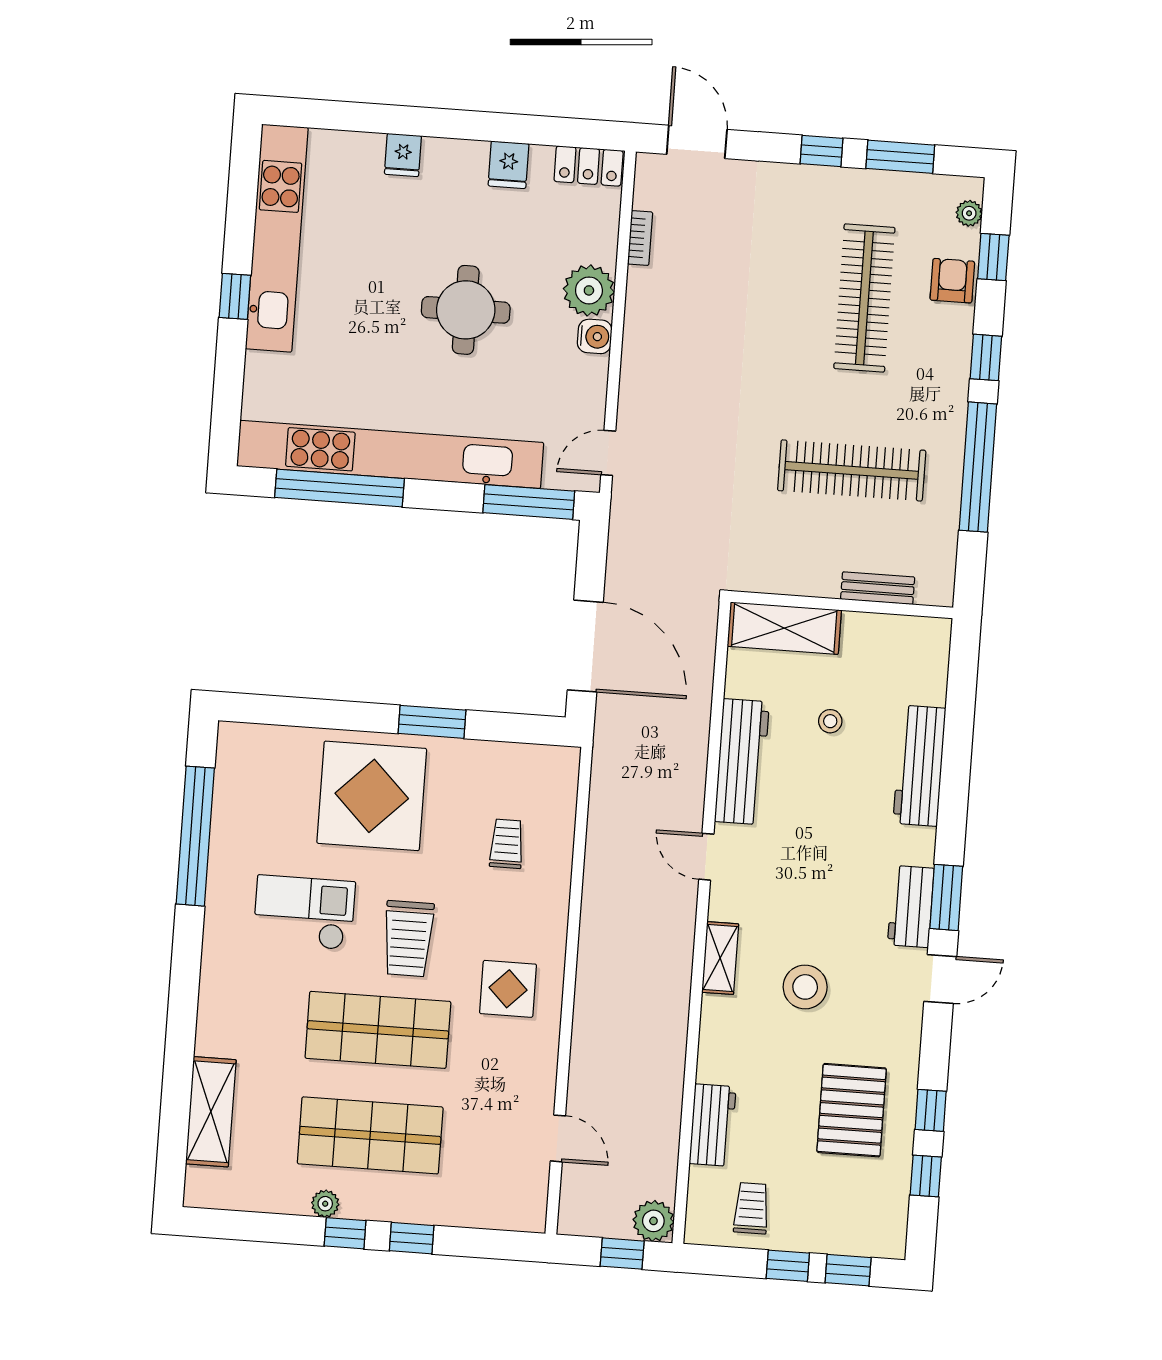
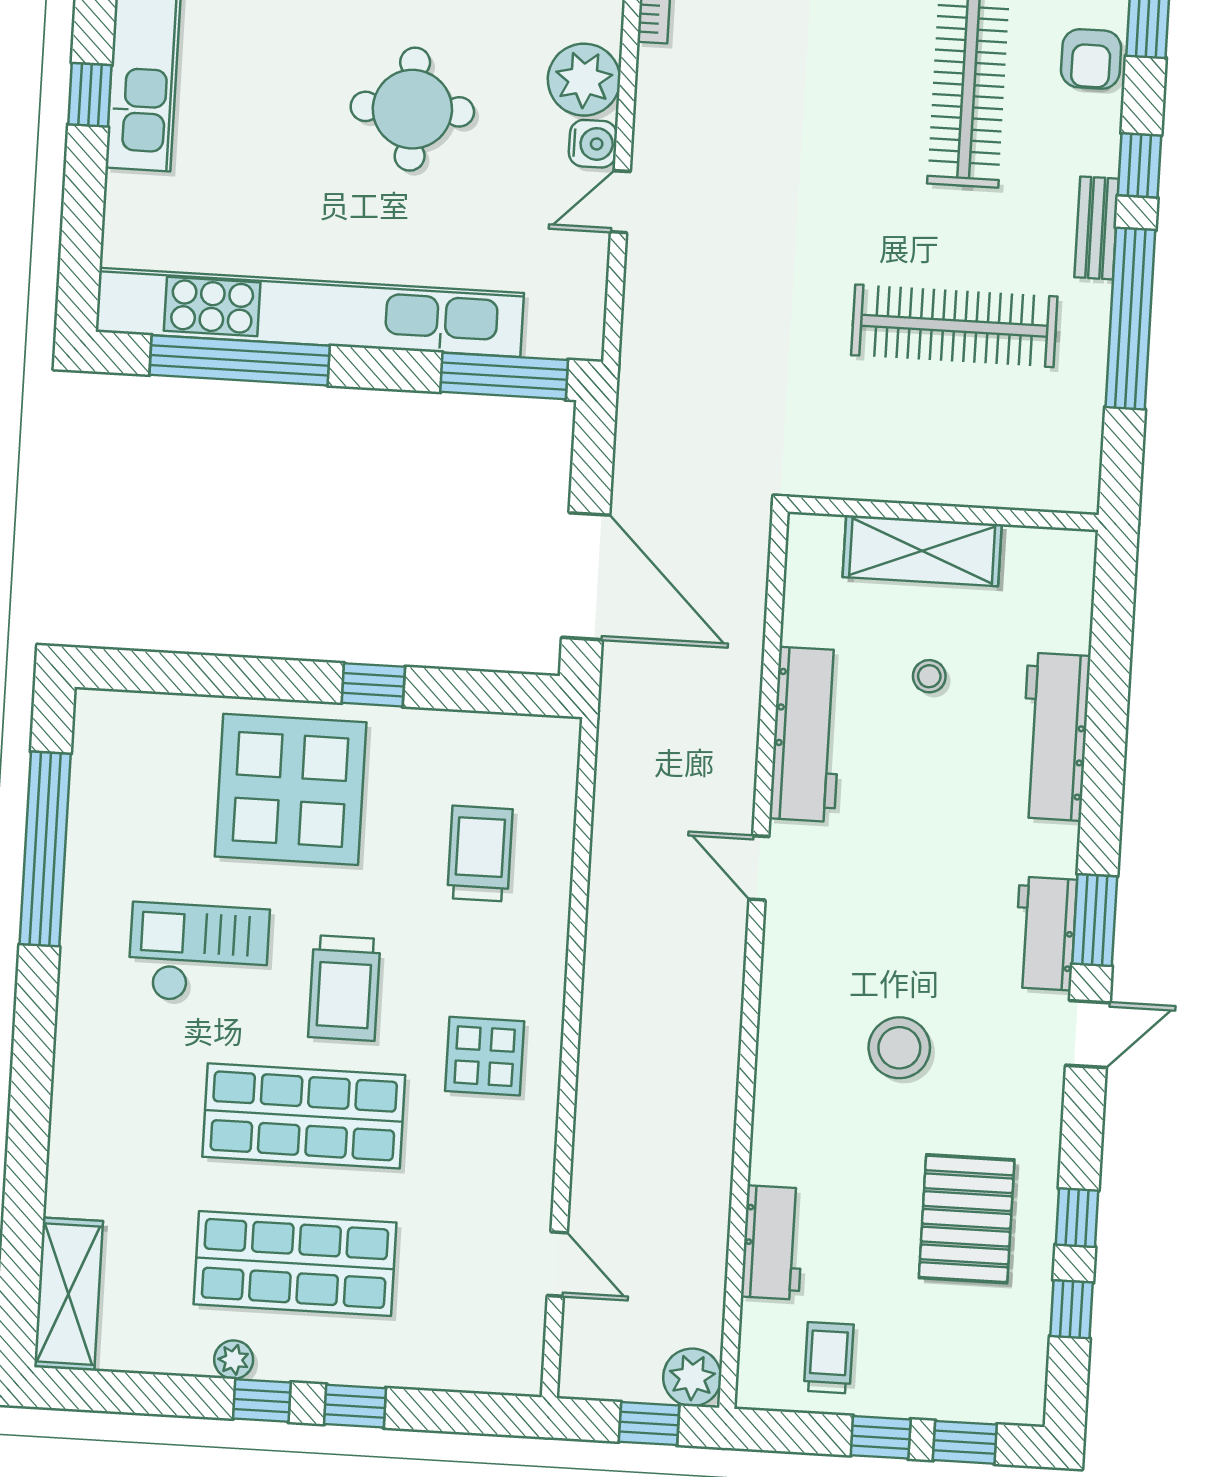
armchair: (952, 281) -> (1091, 59), turned 180
door: (608, 453) -> (620, 202), moved
bench: (878, 588) -> (1097, 228), moved, turned 90
shelving: (784, 628) -> (922, 551), moved
window: (432, 722) -> (373, 685), width x0.67
trolley: (507, 844) -> (480, 854), width x1.36, depth x1.39
shelving: (720, 958) -> (780, 1009), removed
shelving: (211, 1112) -> (68, 1294), moved

